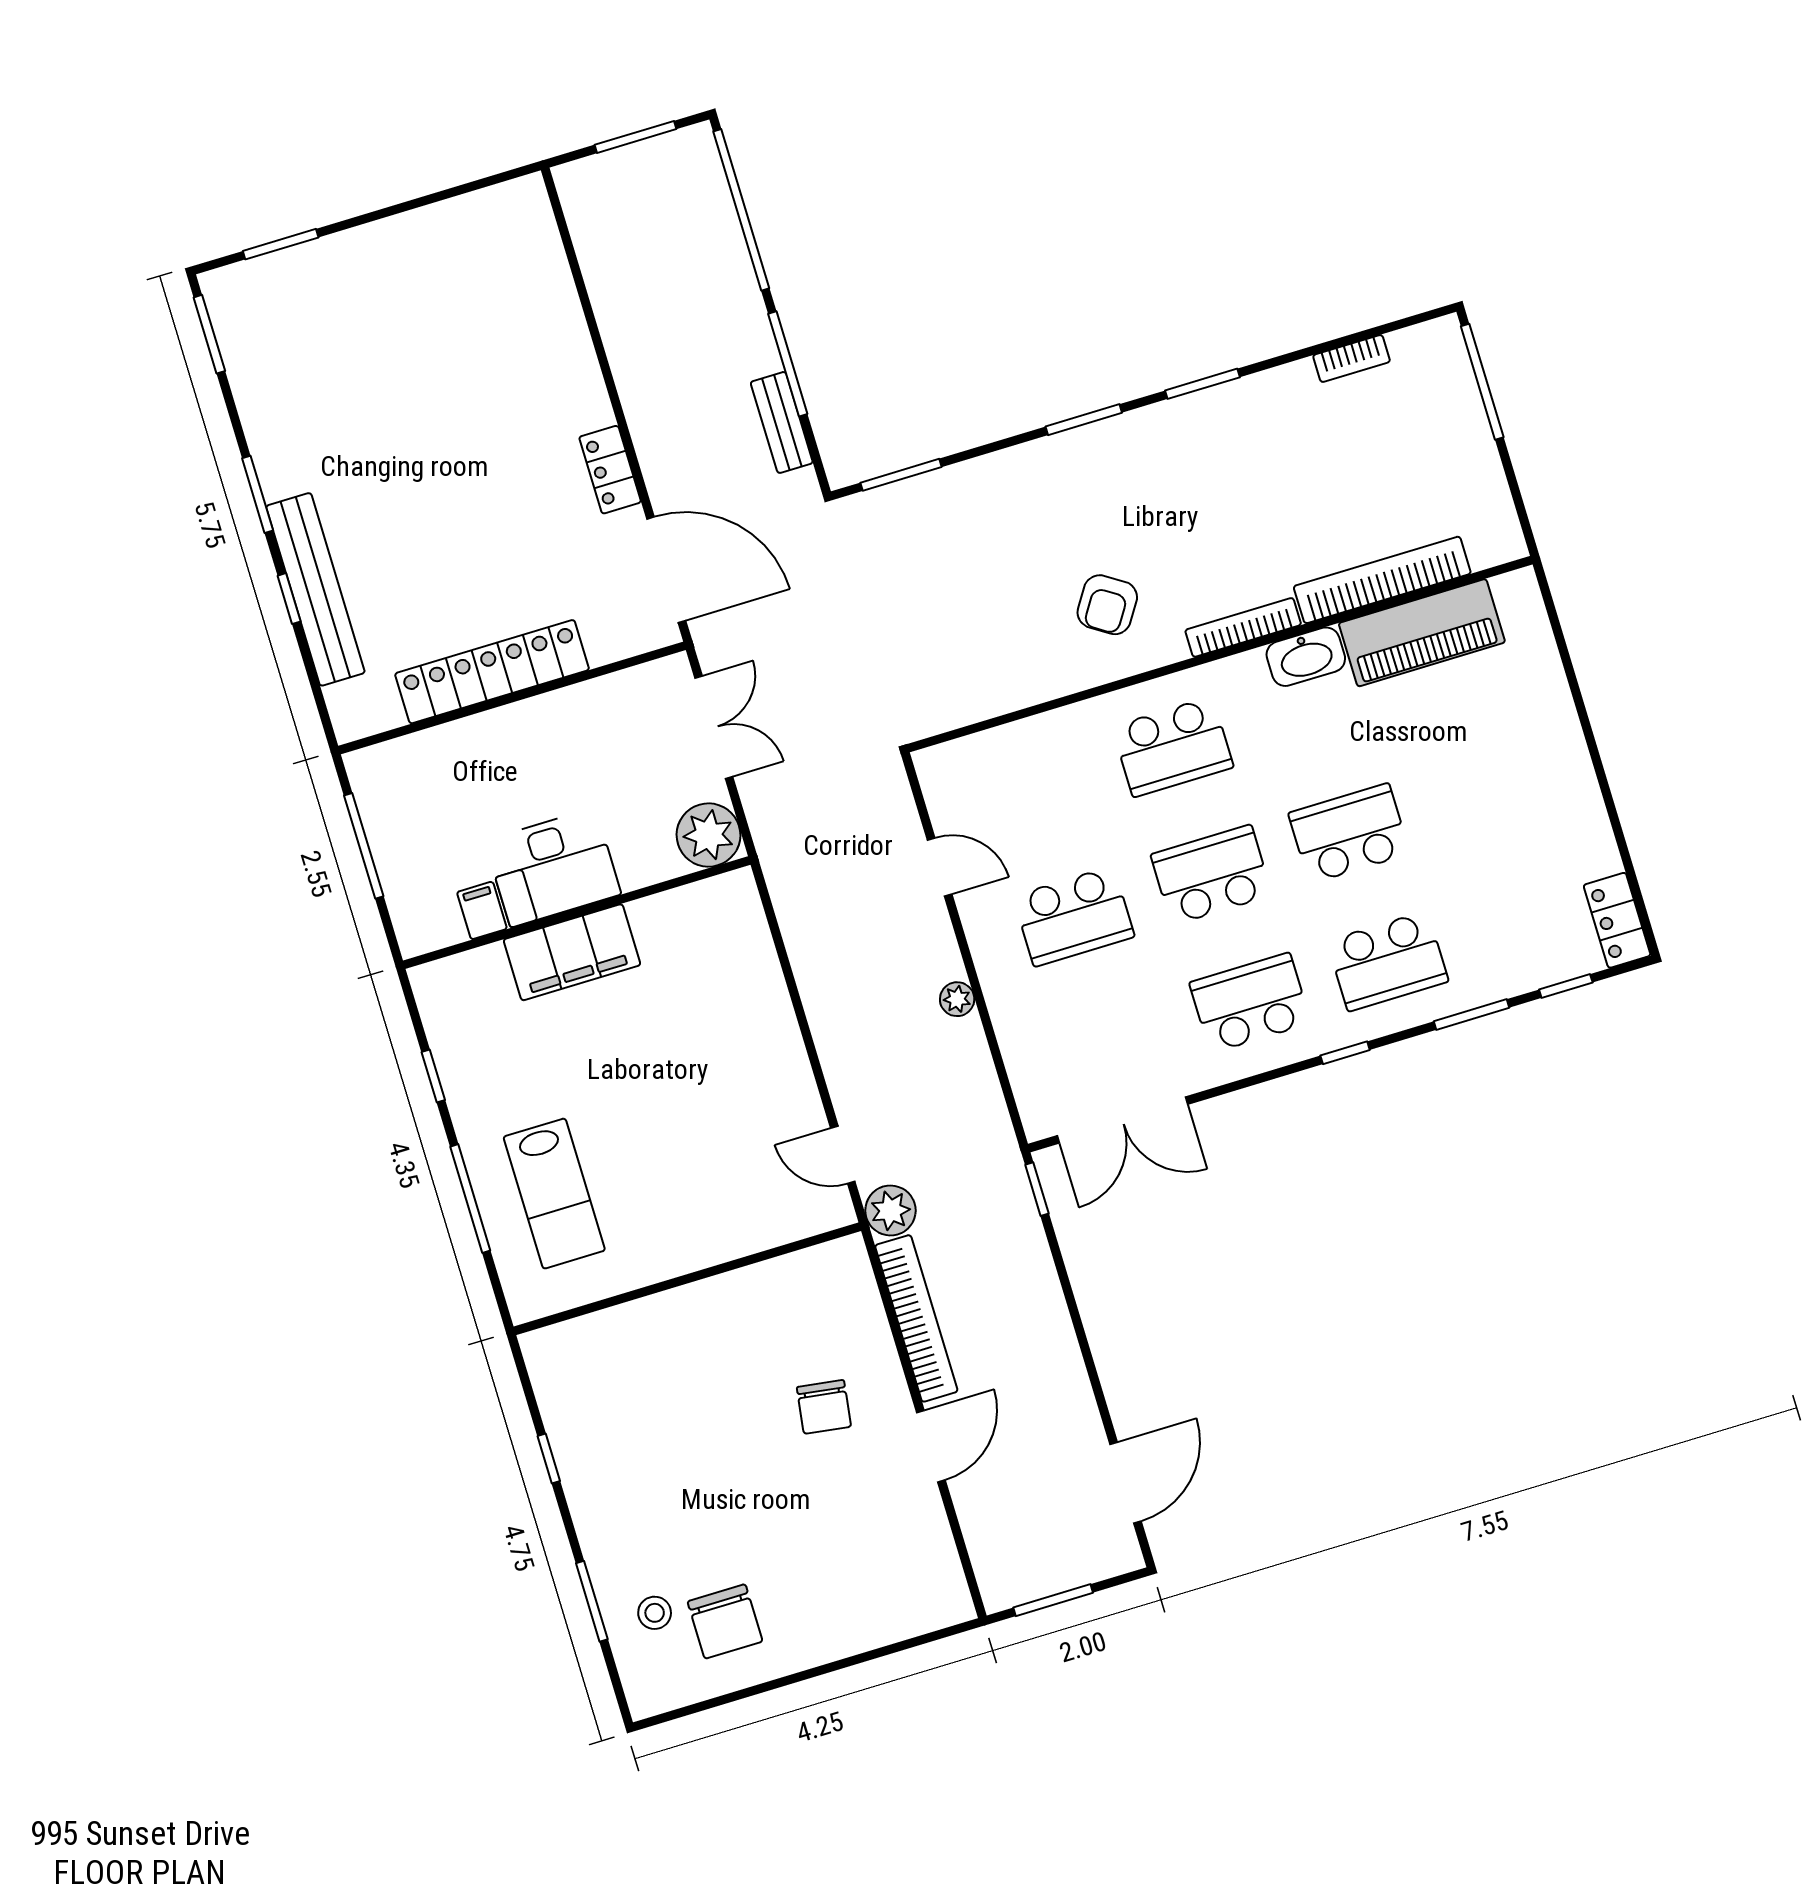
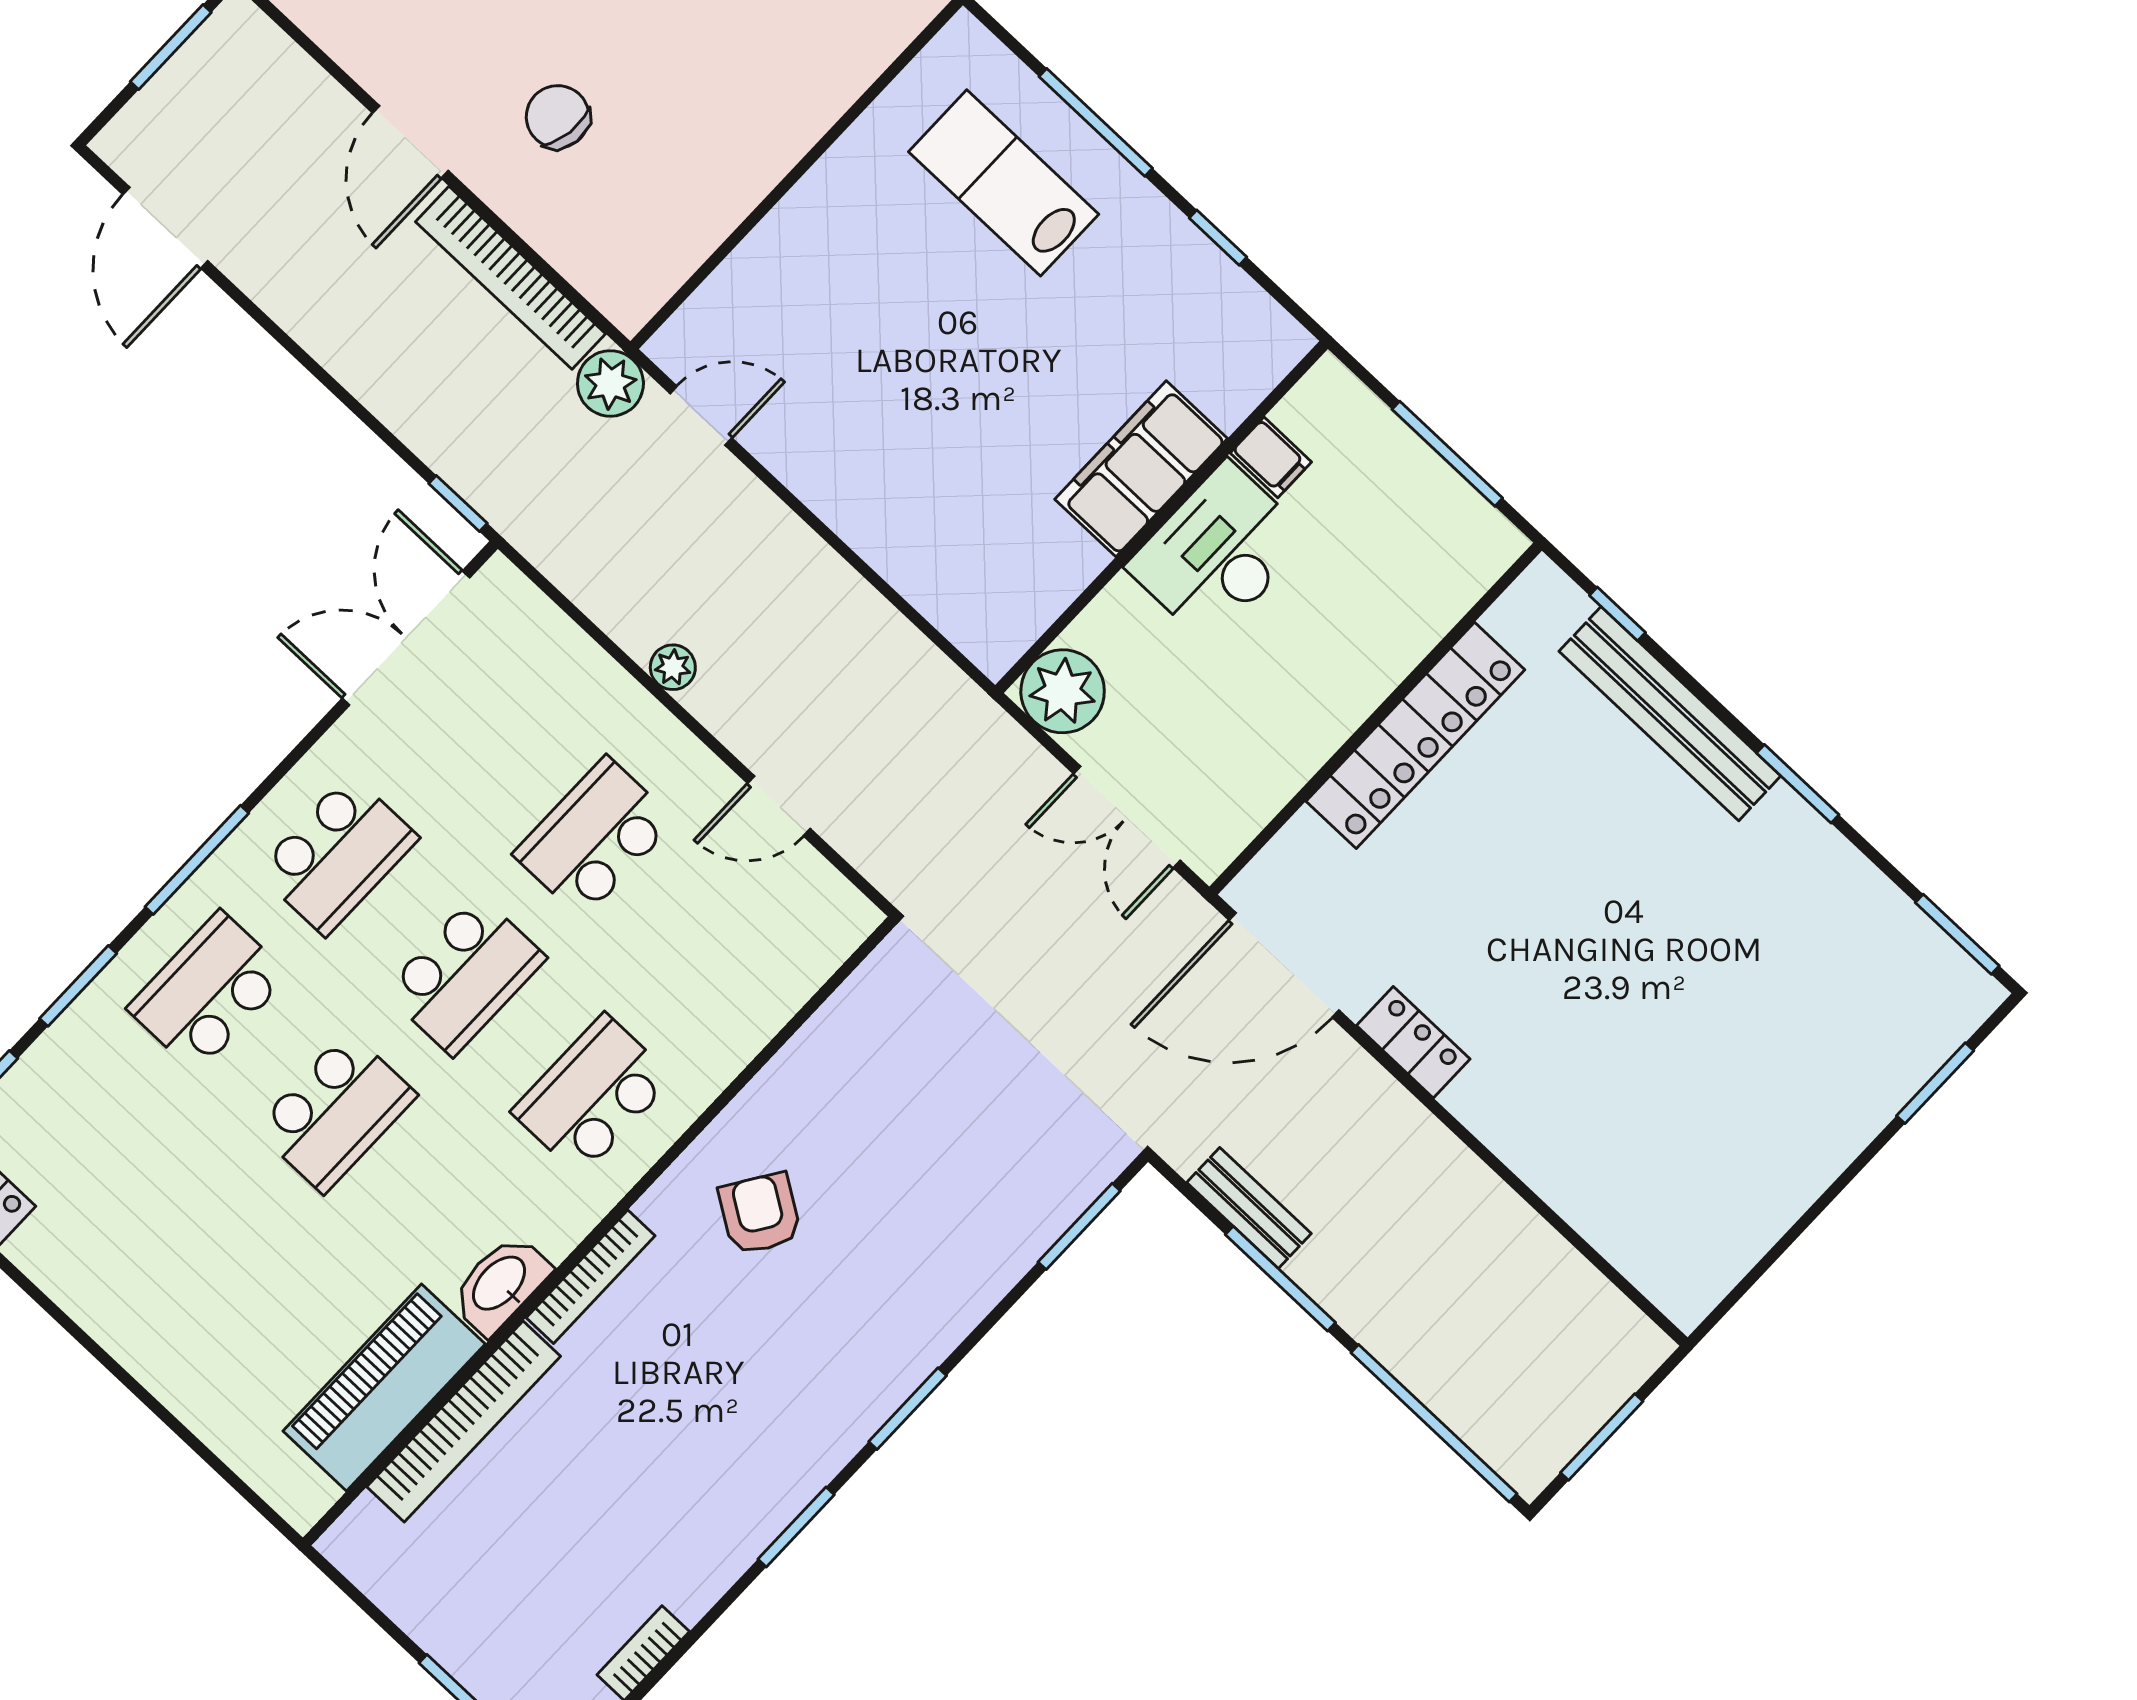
window: (289, 599) -> (1617, 614), moved
window: (1345, 1053) -> (197, 860), width x2.17

